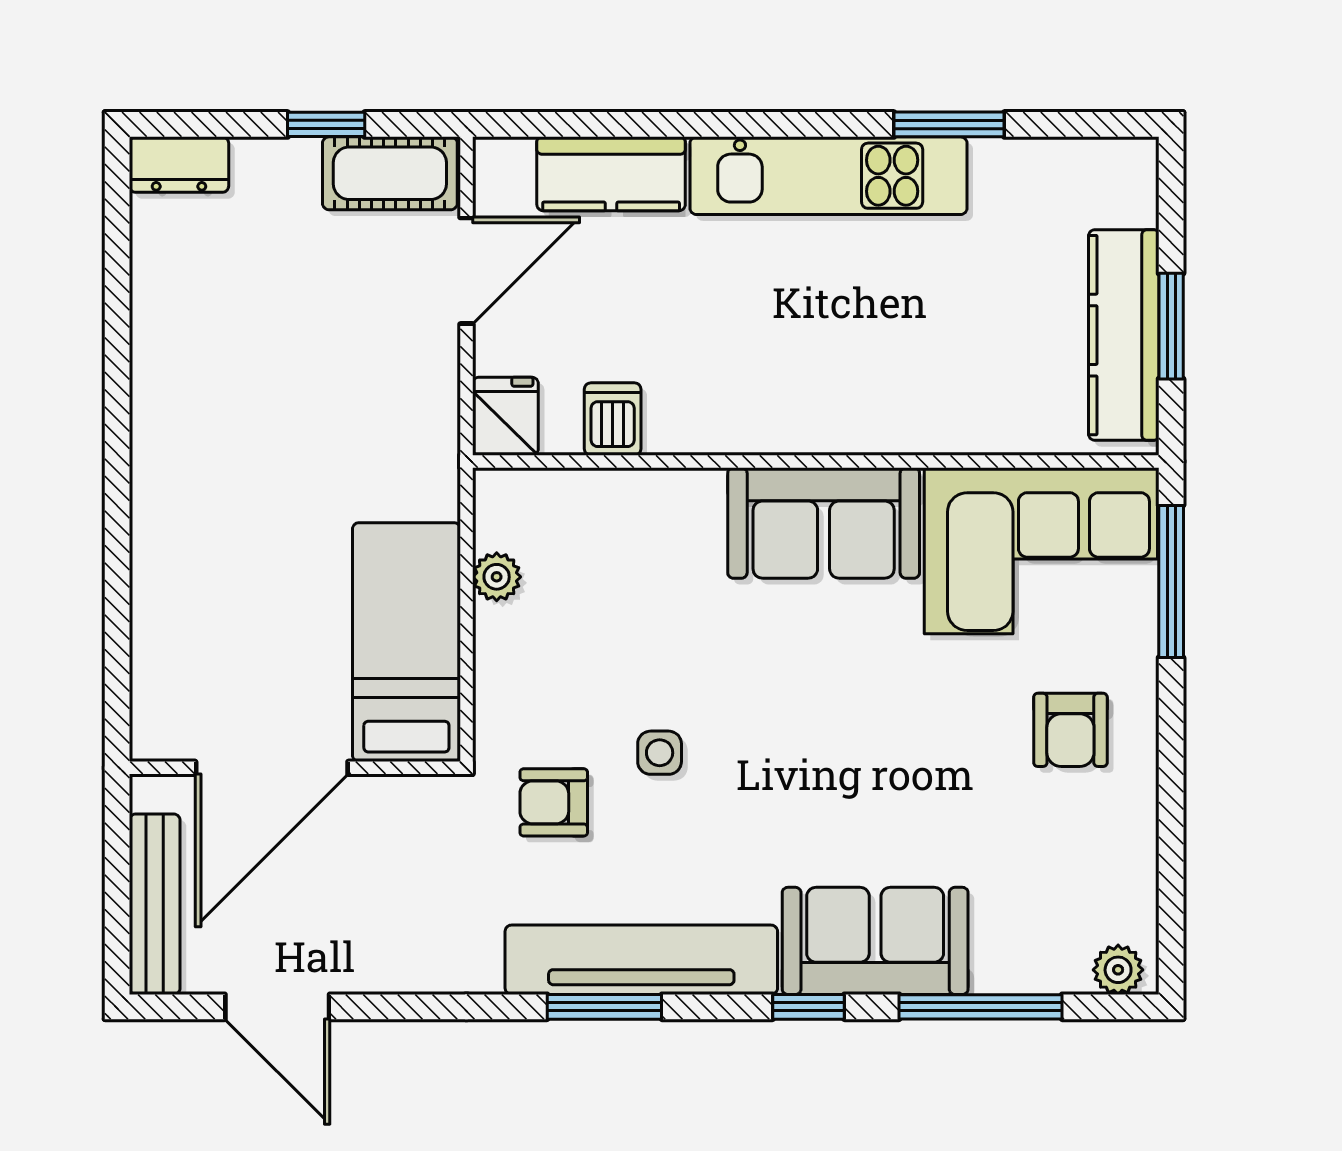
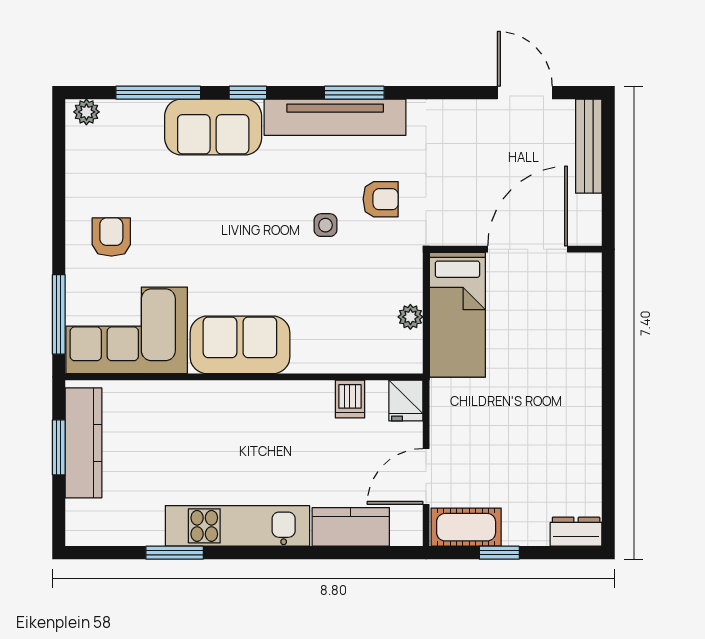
bed: (406, 642) -> (457, 315), moved
door: (272, 768) -> (528, 249), moved
wall: (295, 768) -> (516, 249), moved

